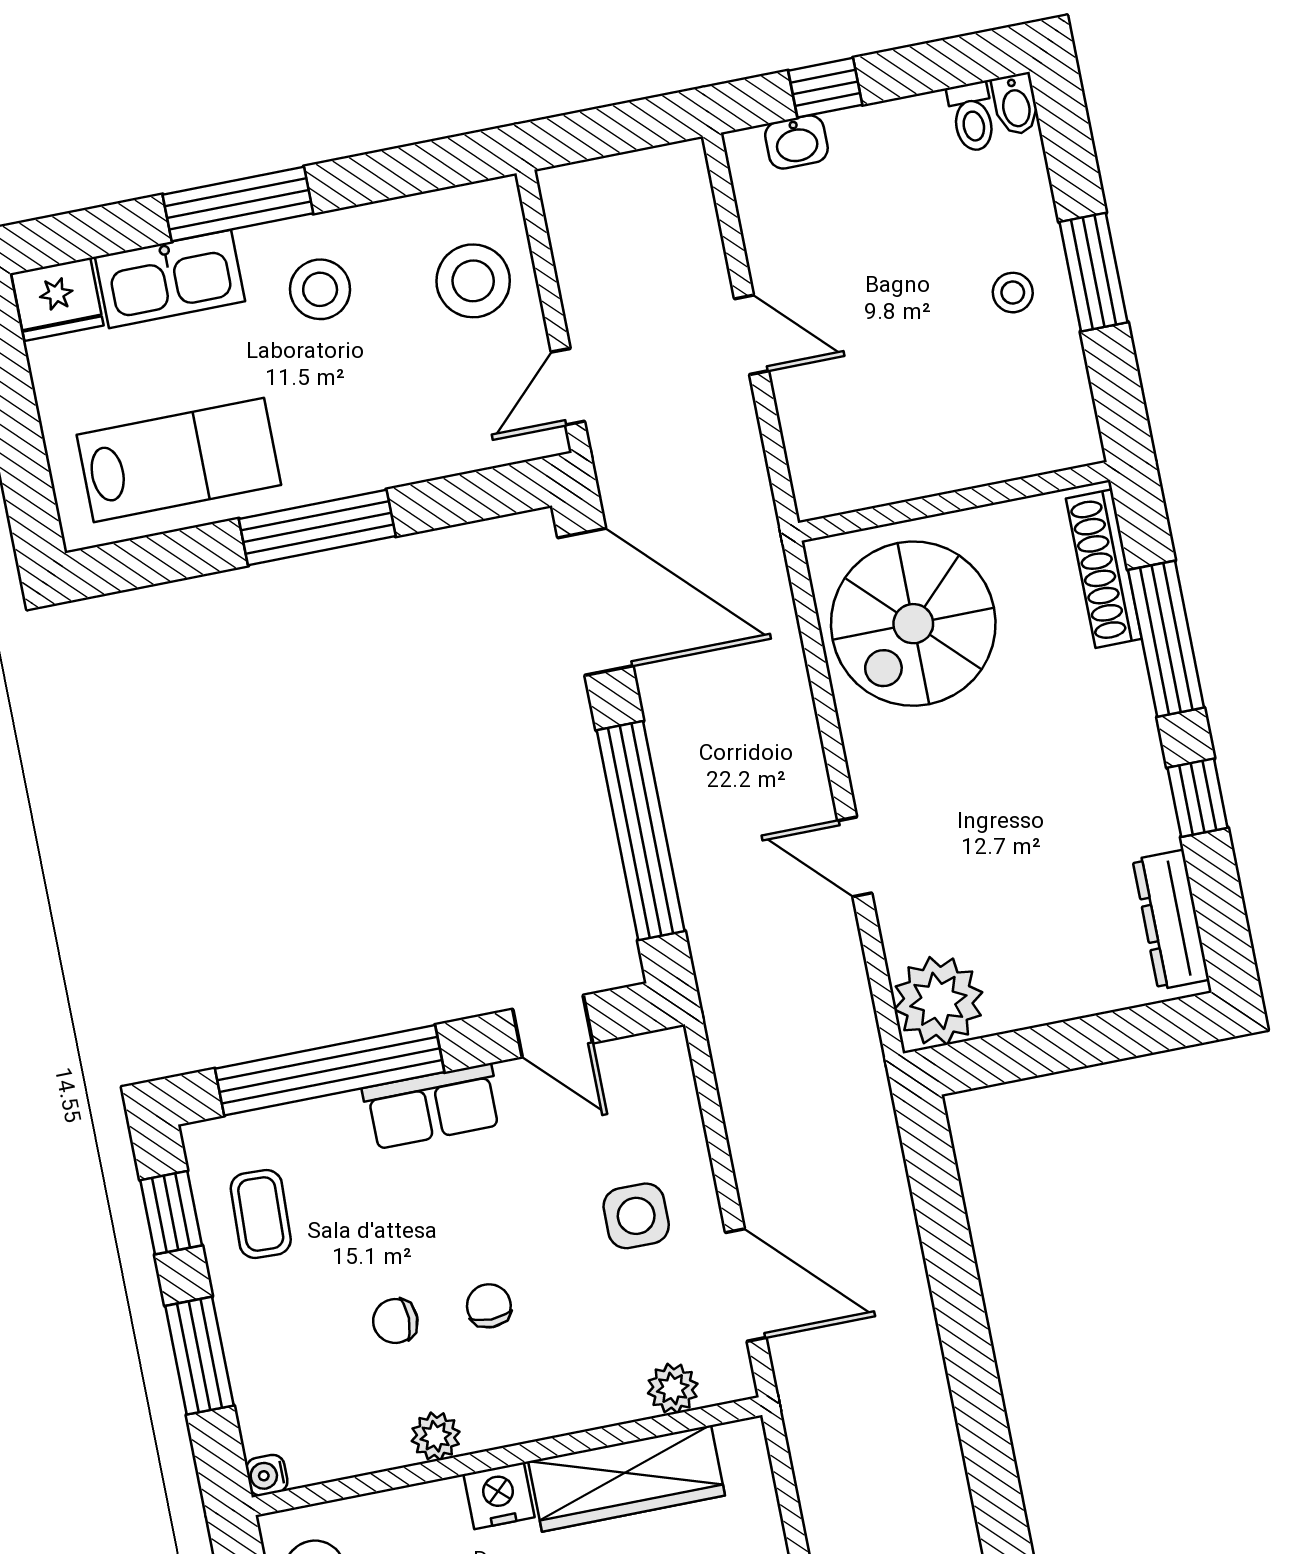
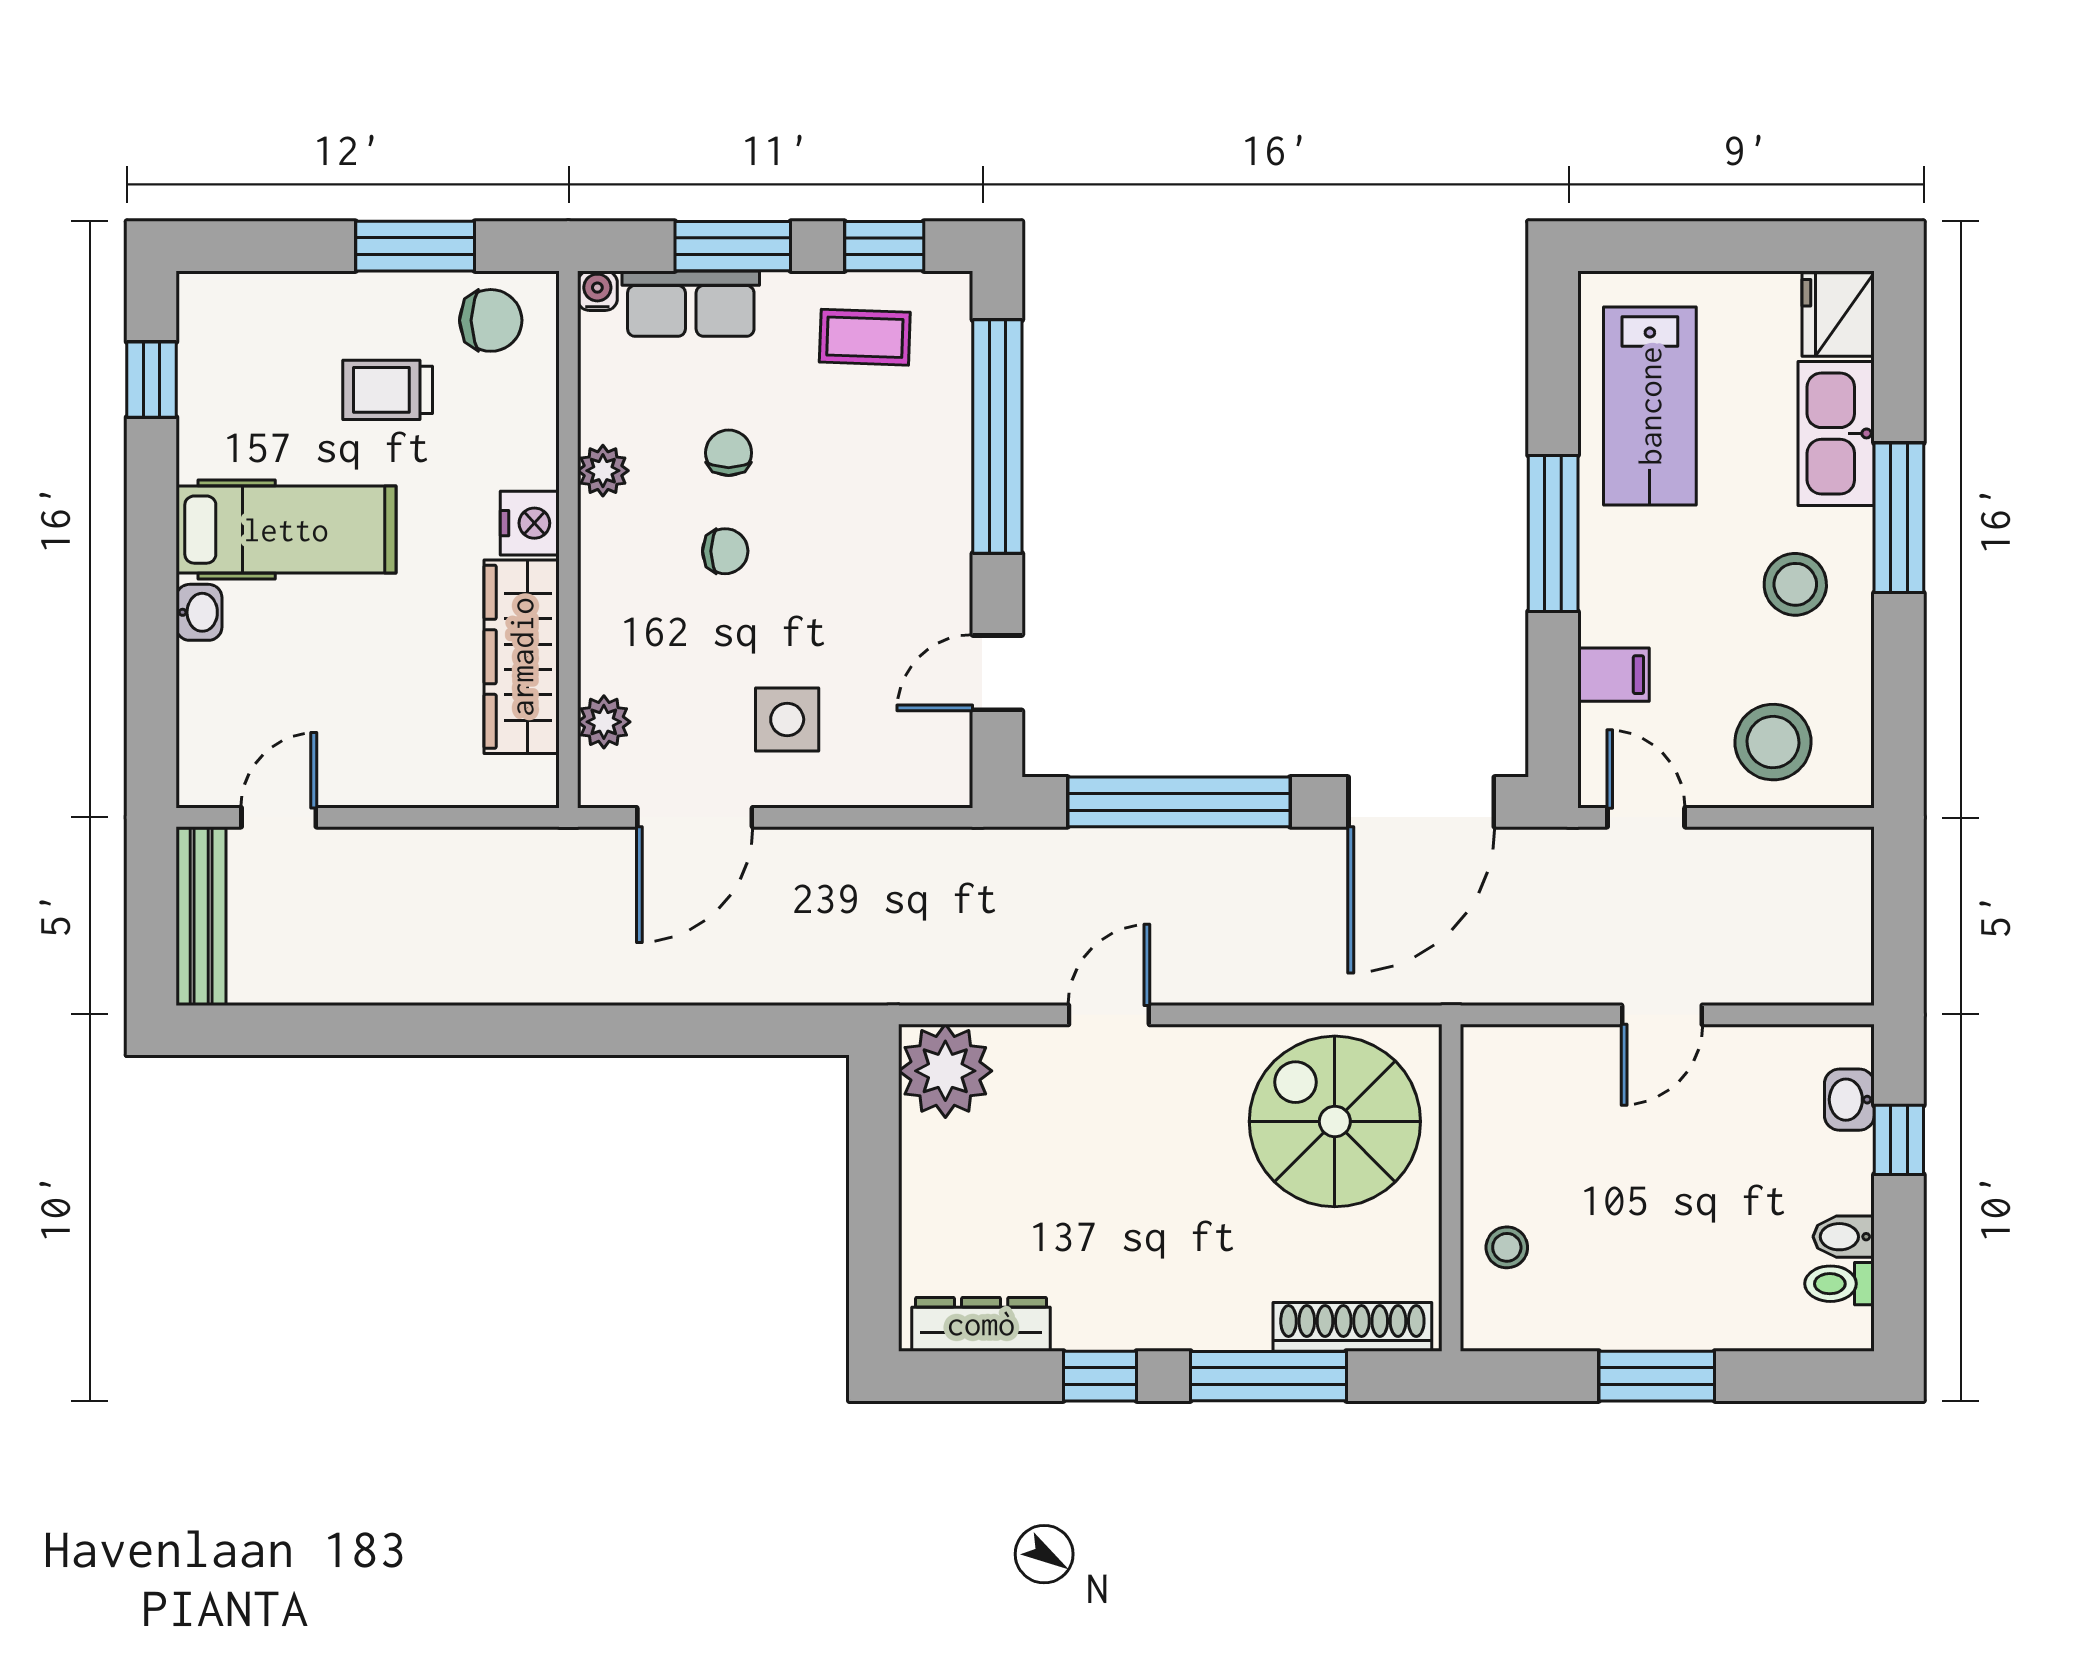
bidet: (1016, 104) -> (1844, 1237), moved
stool: (1013, 293) -> (1507, 1247), moved
filing cabinet: (439, 444) -> (1613, 675), added
row of seats: (432, 1106) -> (691, 304), moved, turned -90

